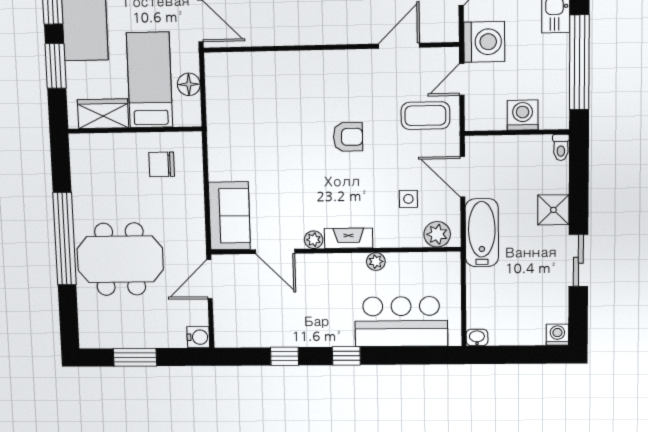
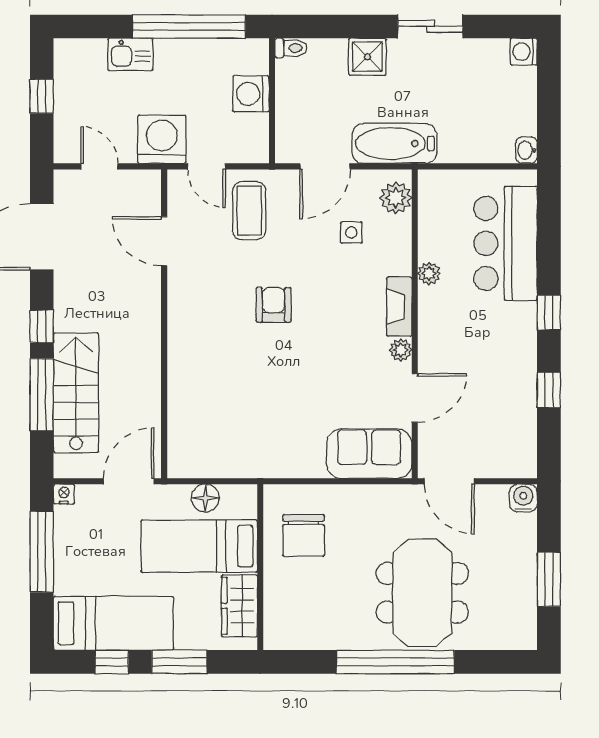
chair: (162, 164) -> (304, 535), width x1.37, depth x1.37

